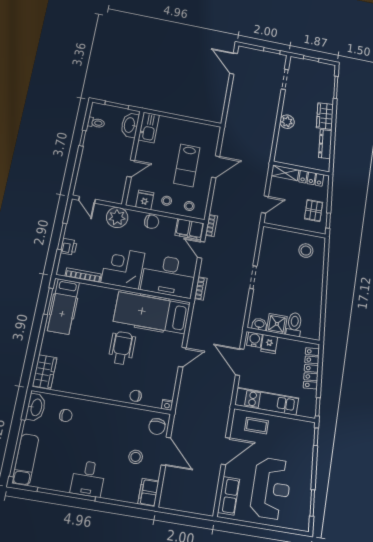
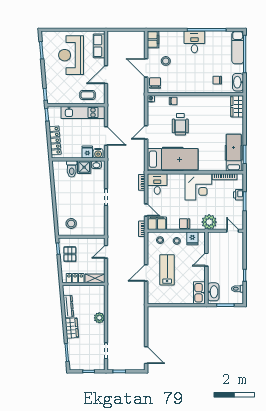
desk: (169, 276) -> (157, 184), width x0.53, depth x0.77
wheelchair: (122, 348) -> (180, 124), moved

